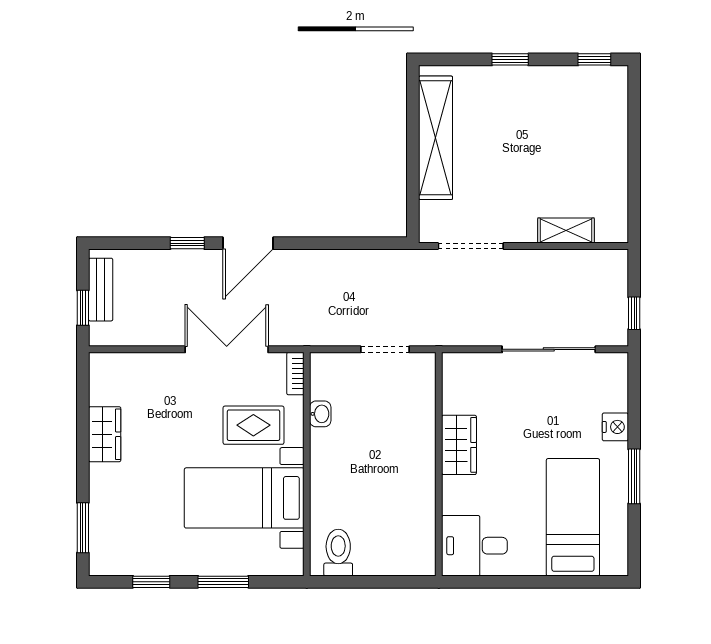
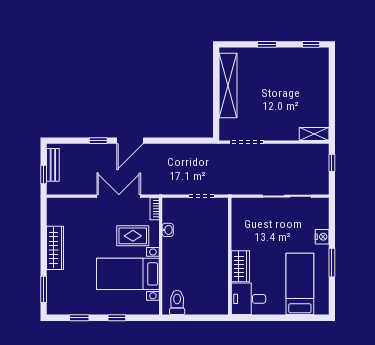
shelving: (566, 230) -> (314, 134), moved
window: (634, 313) -> (332, 163), moved
wardrobe: (105, 434) -> (55, 248), width x1.50
wardrobe: (459, 445) -> (240, 266), moved
window: (223, 582) -> (117, 318), width x0.67

